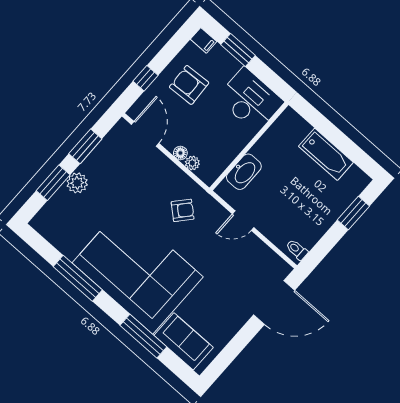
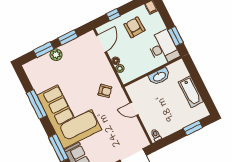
window: (238, 50) -> (175, 36), moved
washbasin: (244, 172) -> (159, 76), moved

